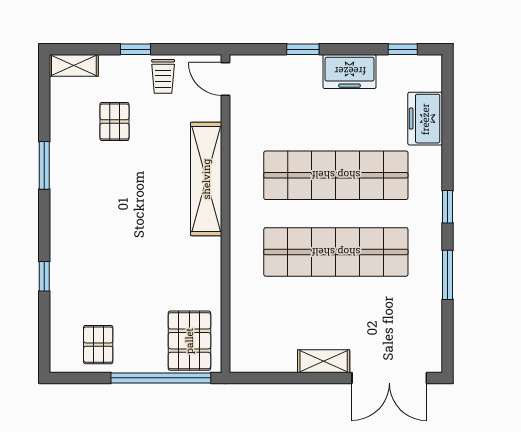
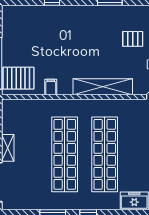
filing cabinet: (207, 279) -> (51, 87), added
pallet: (98, 345) -> (16, 31), removed

